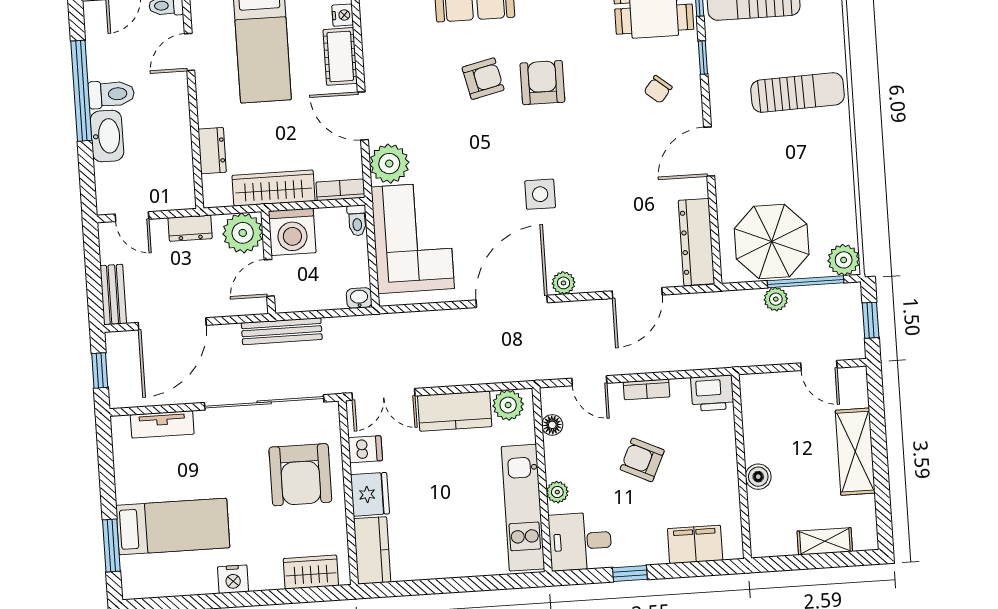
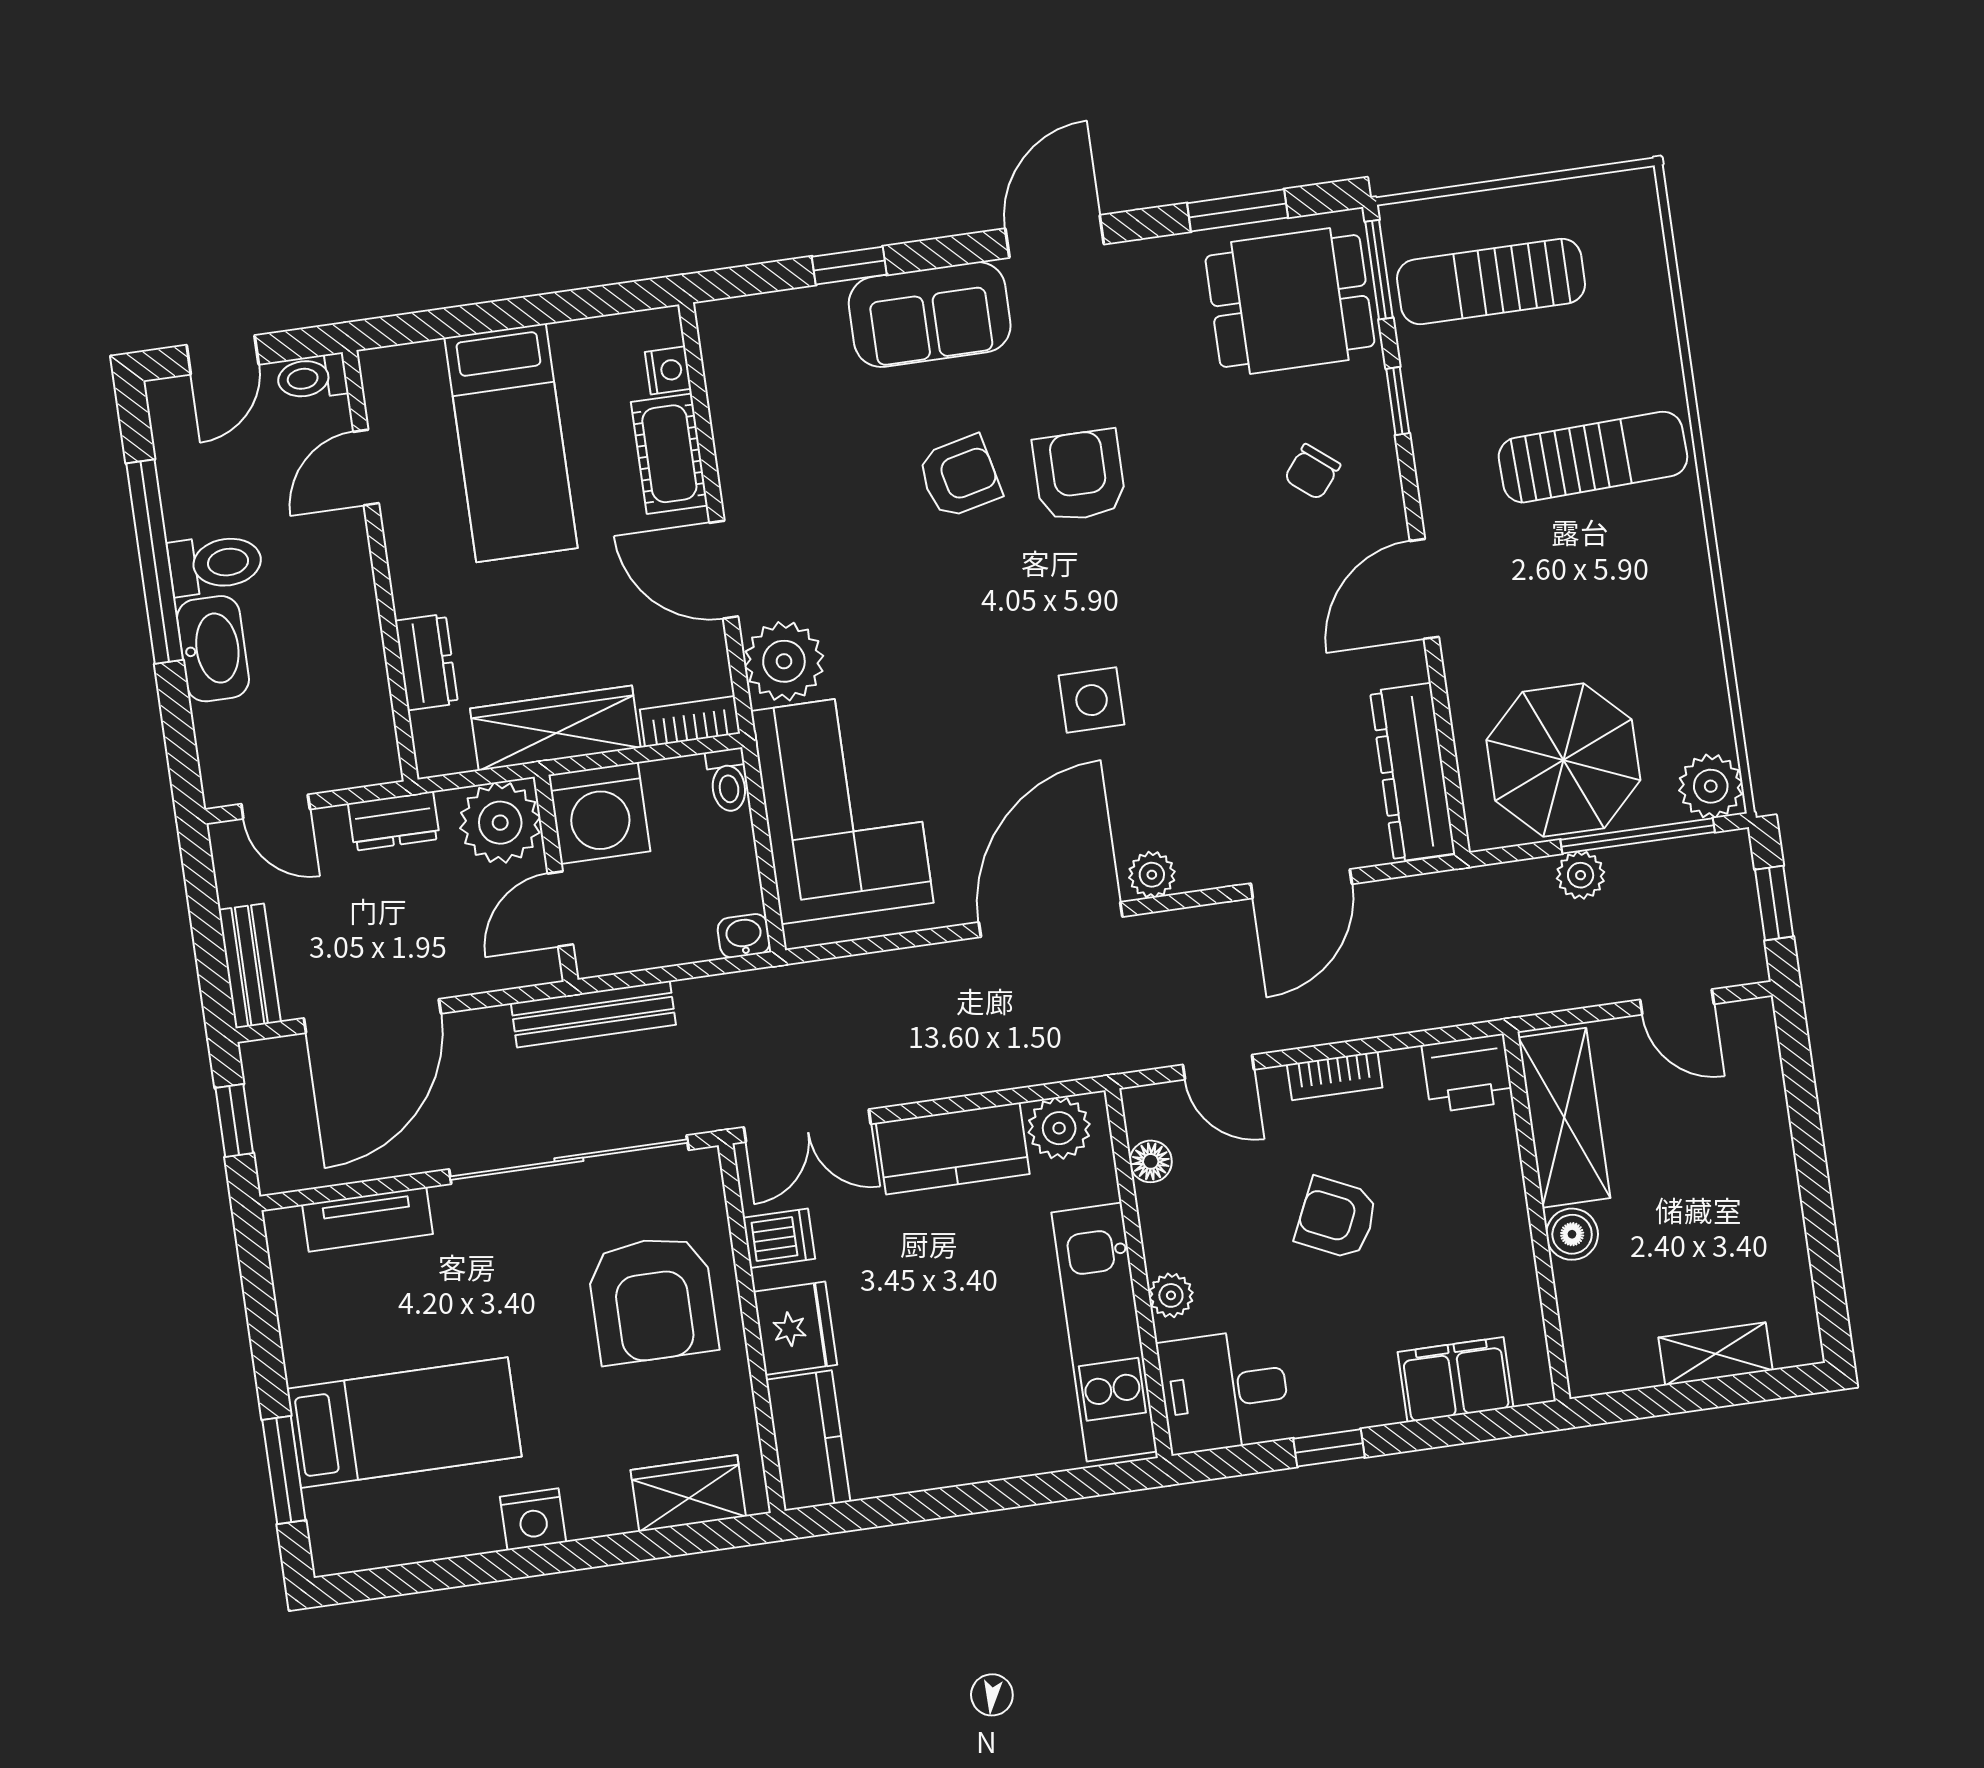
shelving: (855, 452) -> (1564, 1118), moved

